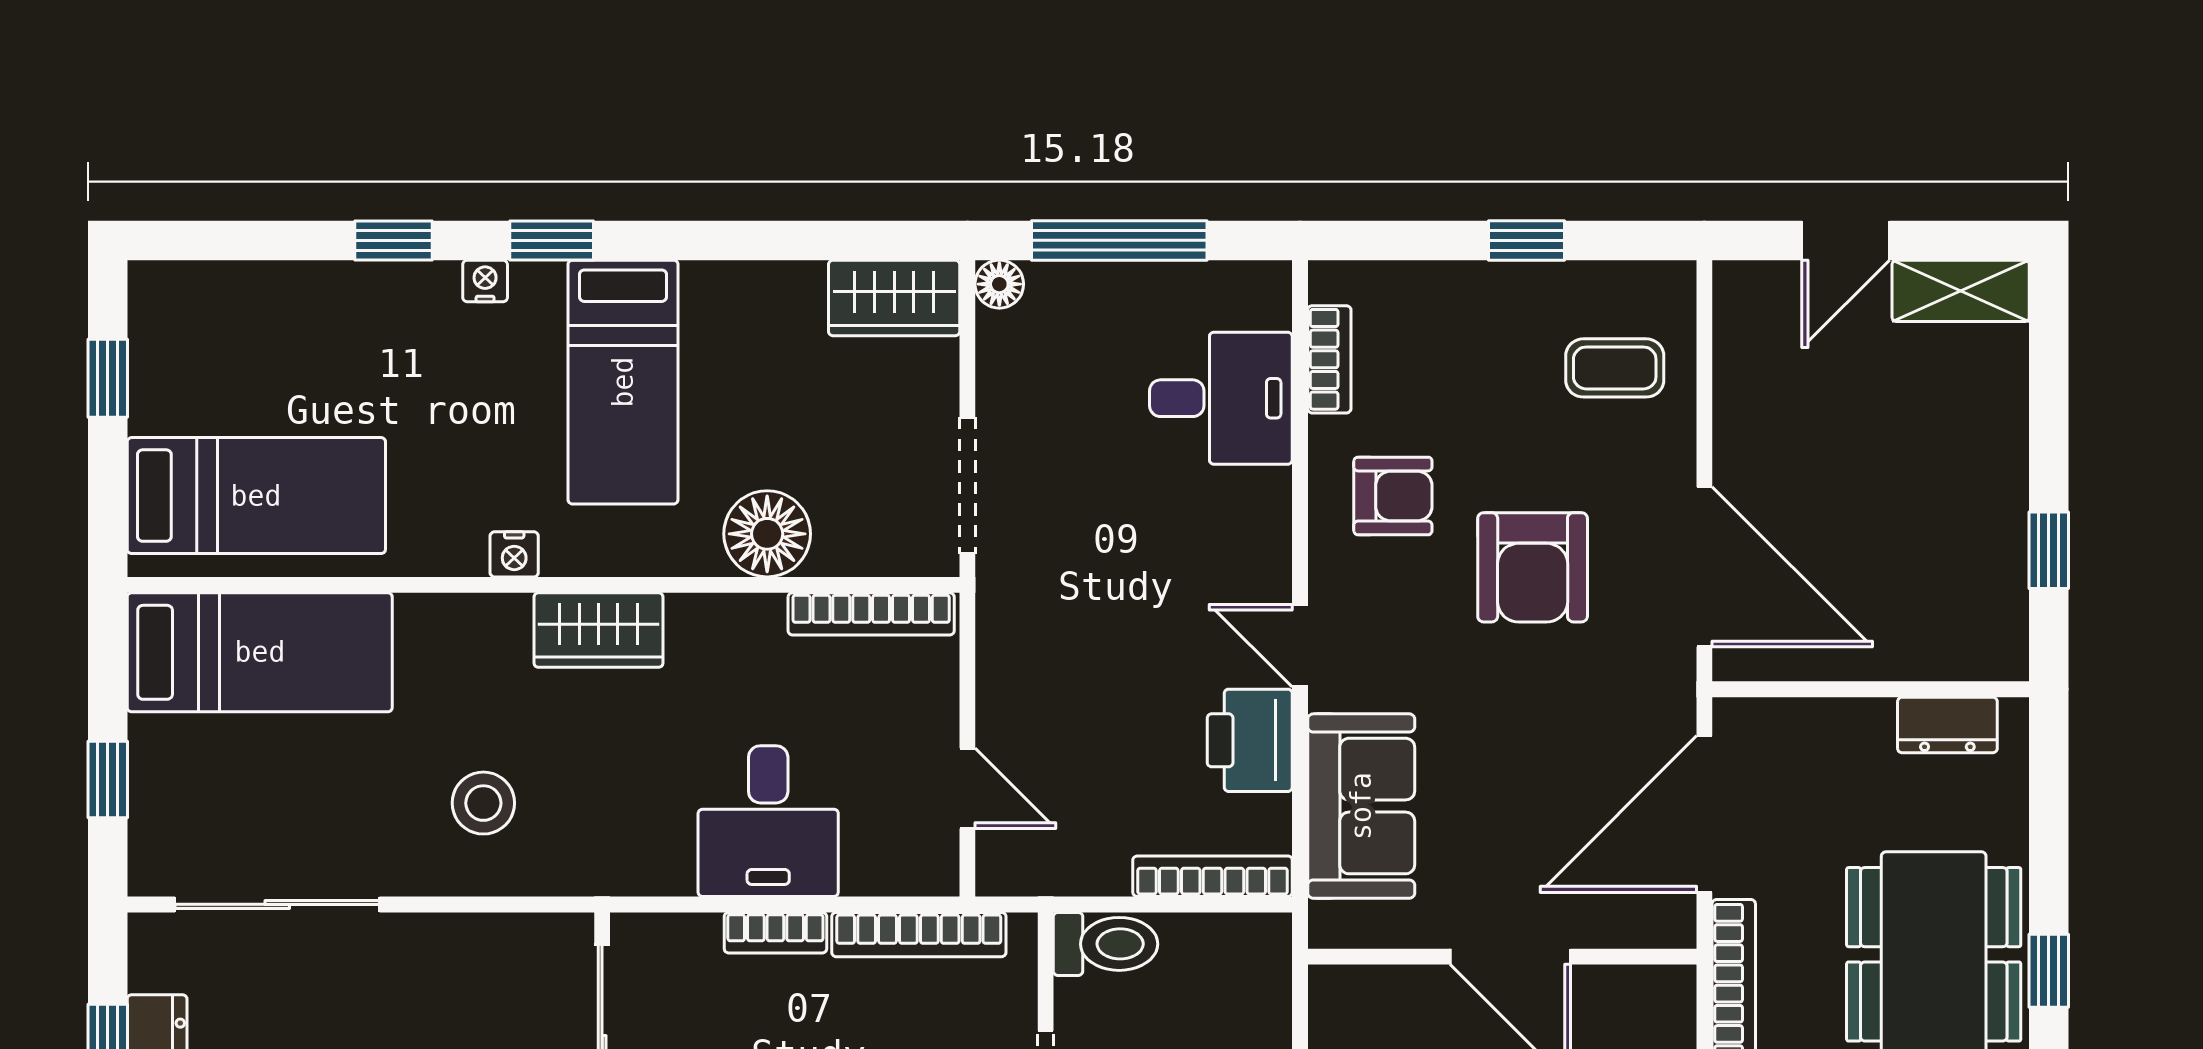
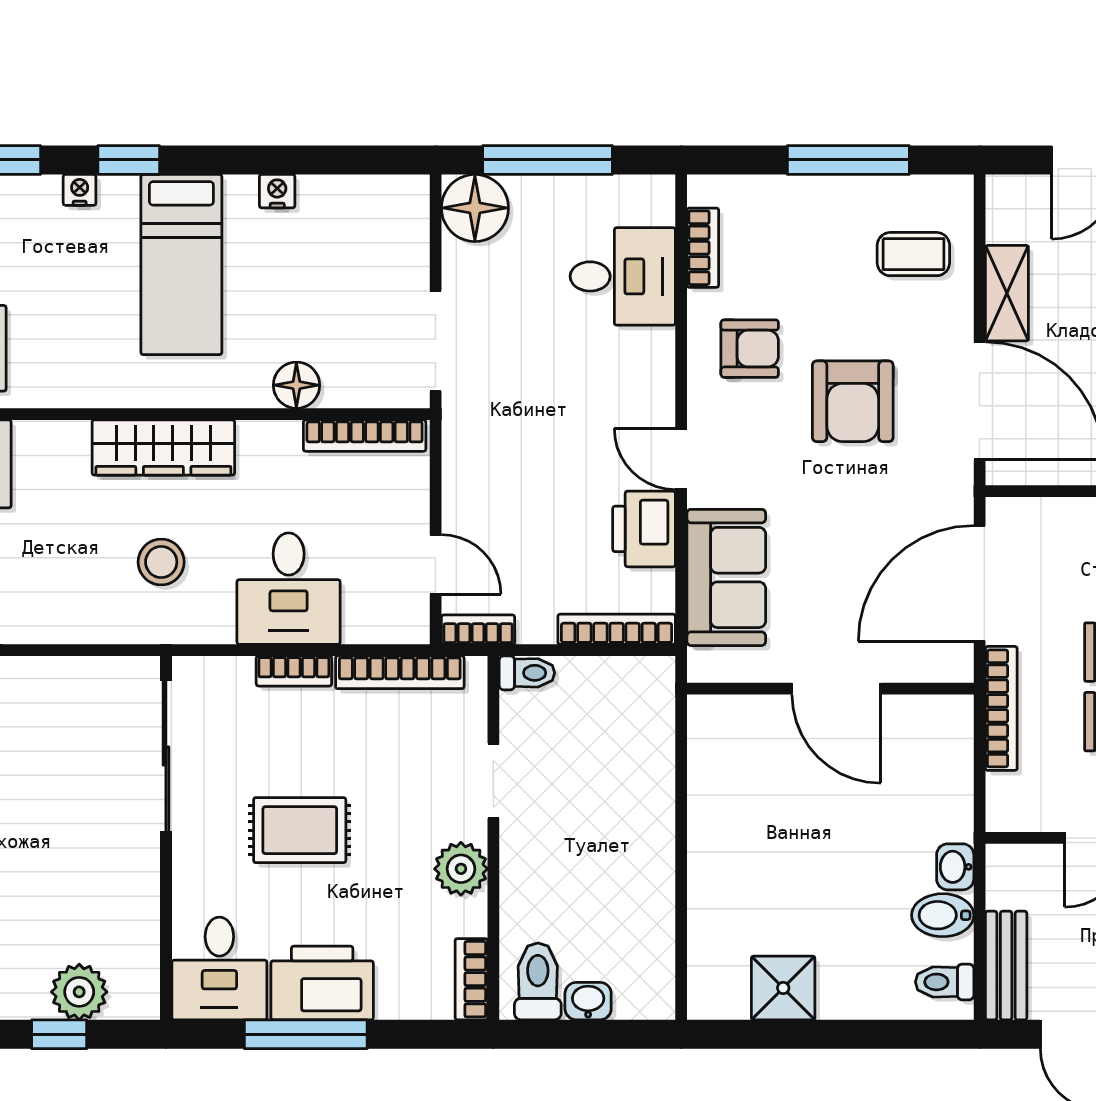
window: (1527, 240) -> (848, 160), width x2.17
floor lamp: (999, 284) -> (475, 208), width x1.89, depth x1.89
wardrobe: (894, 298) -> (381, 202), removed
shelving: (1741, 421) -> (1007, 293), added
floor lamp: (767, 534) -> (296, 385), width x0.73, depth x0.73
nightstand: (514, 554) -> (277, 191), moved, turned 180
wardrobe: (599, 630) -> (163, 448), width x1.50
stool: (483, 803) -> (161, 562), moved
bookcase: (1025, 877) -> (478, 630), added
toilet: (1106, 944) -> (527, 673), width x0.73, depth x0.72

